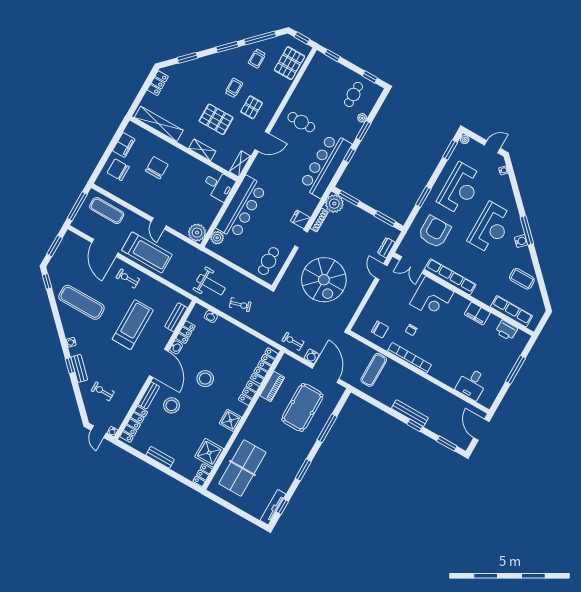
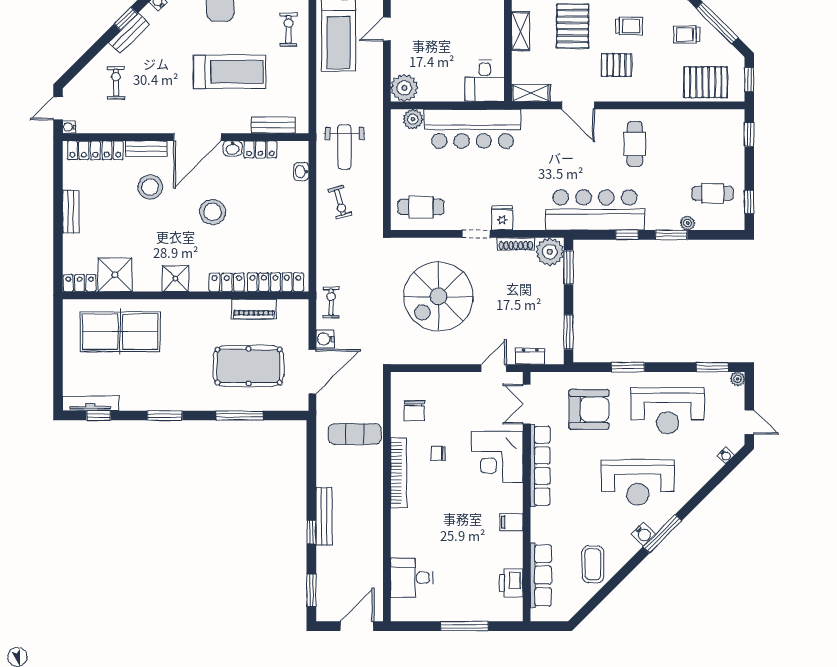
filing cabinet: (477, 314) -> (511, 522), width x0.50

